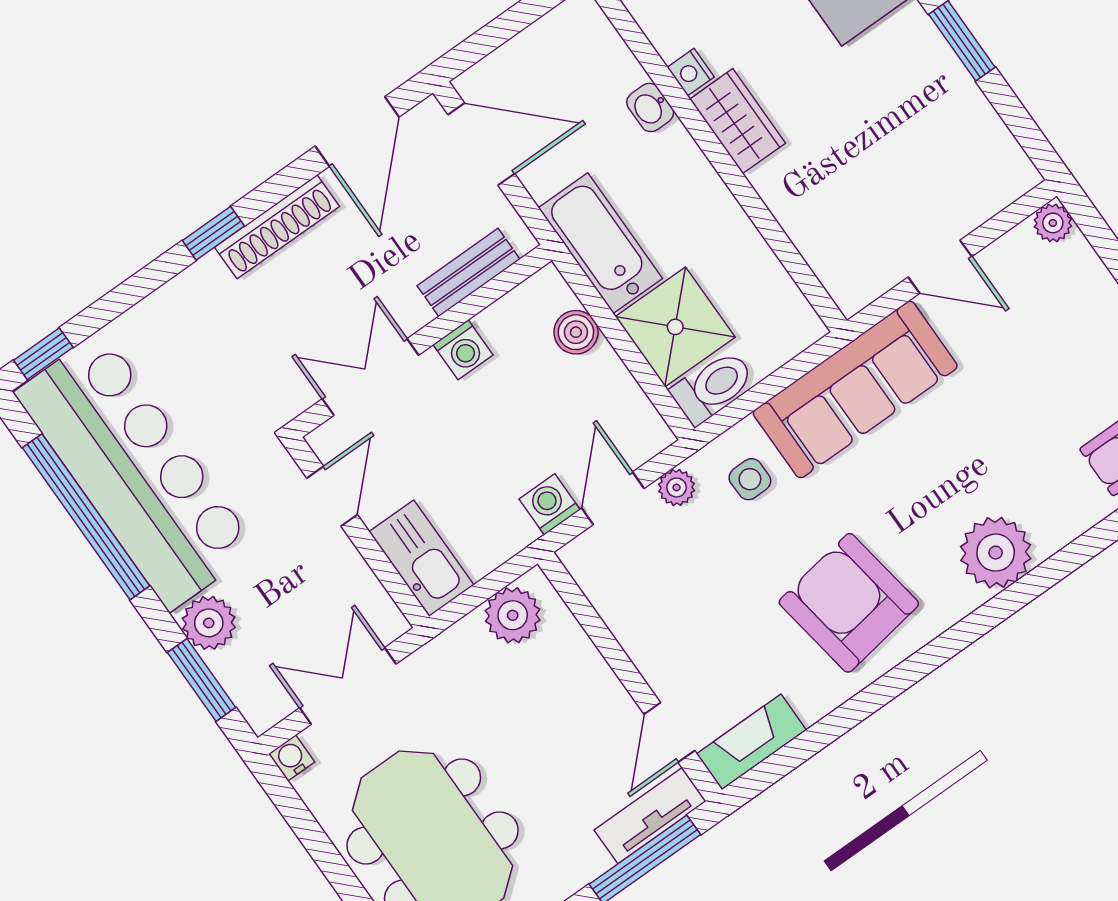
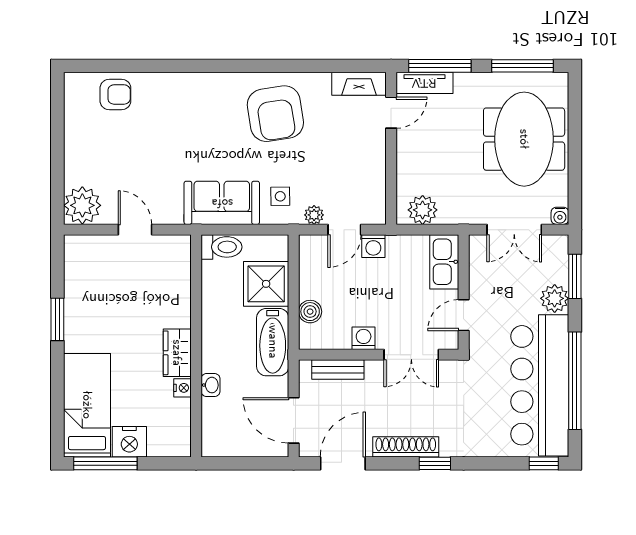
plant: (1053, 223) -> (82, 205), width x1.88, depth x1.88
toilet: (713, 387) -> (222, 247), moved, turned 180
sofa: (855, 389) -> (222, 203), width x0.73
plant: (996, 553) -> (198, 91), removed

